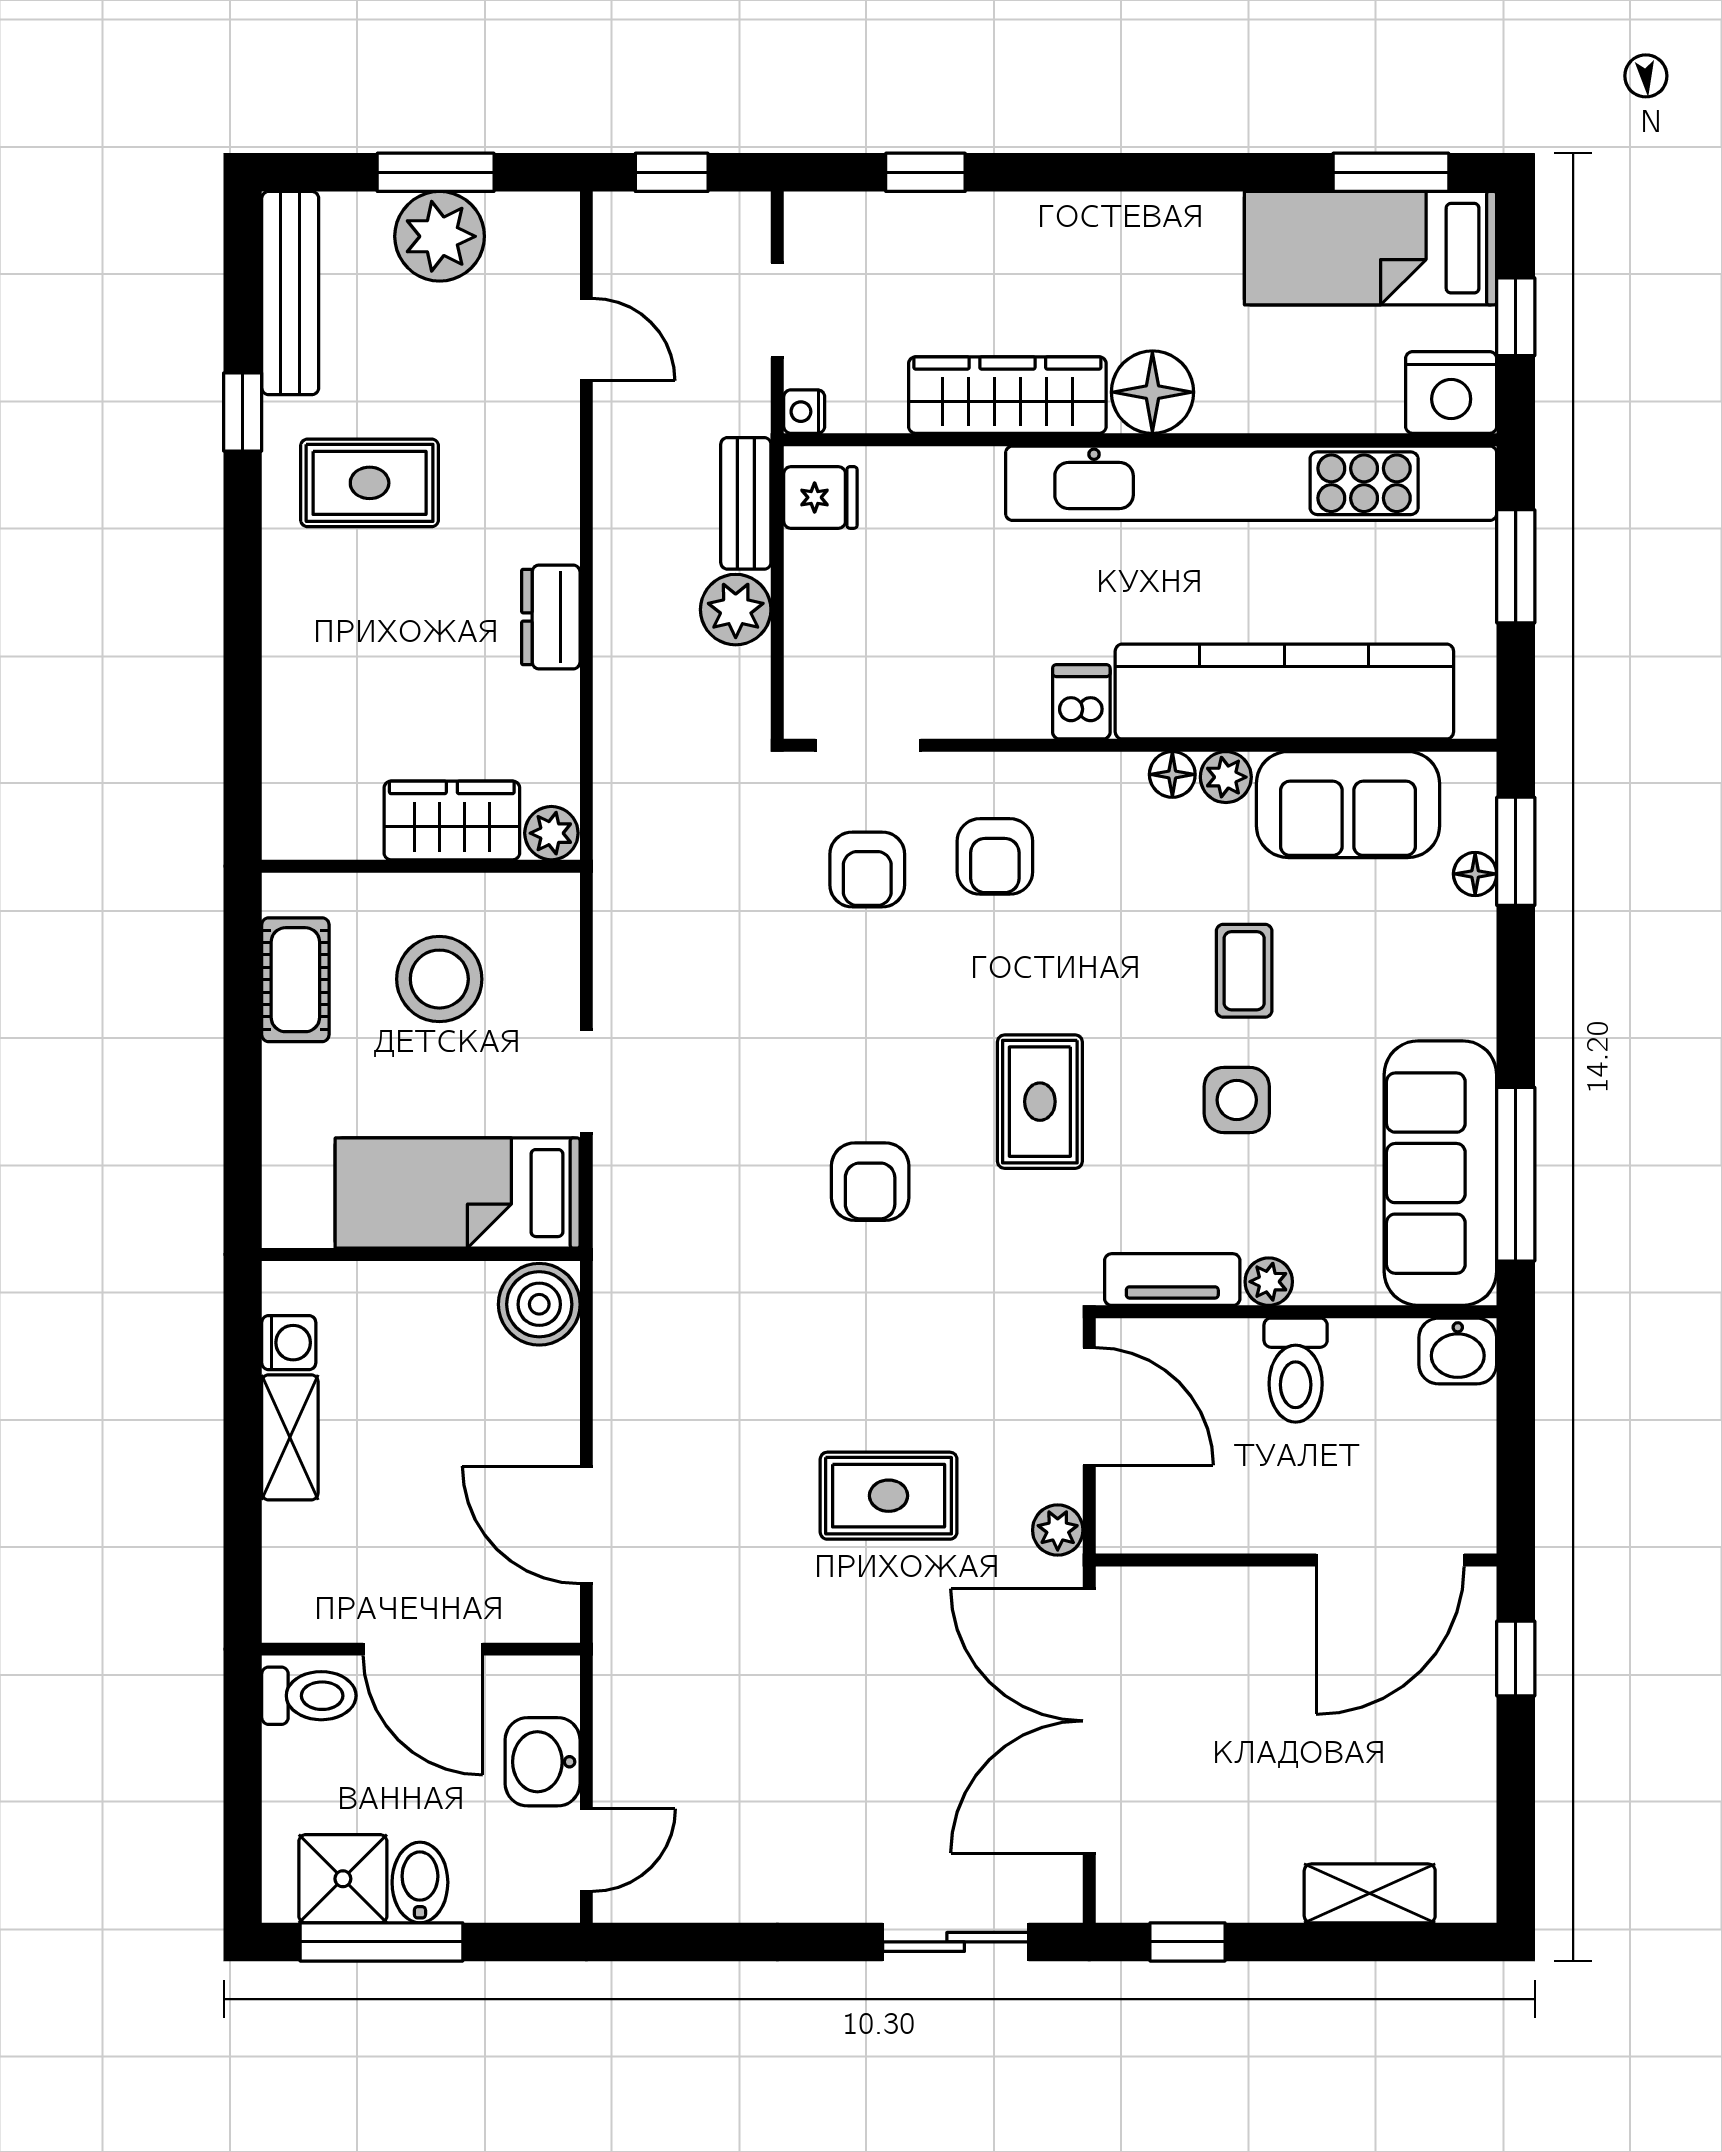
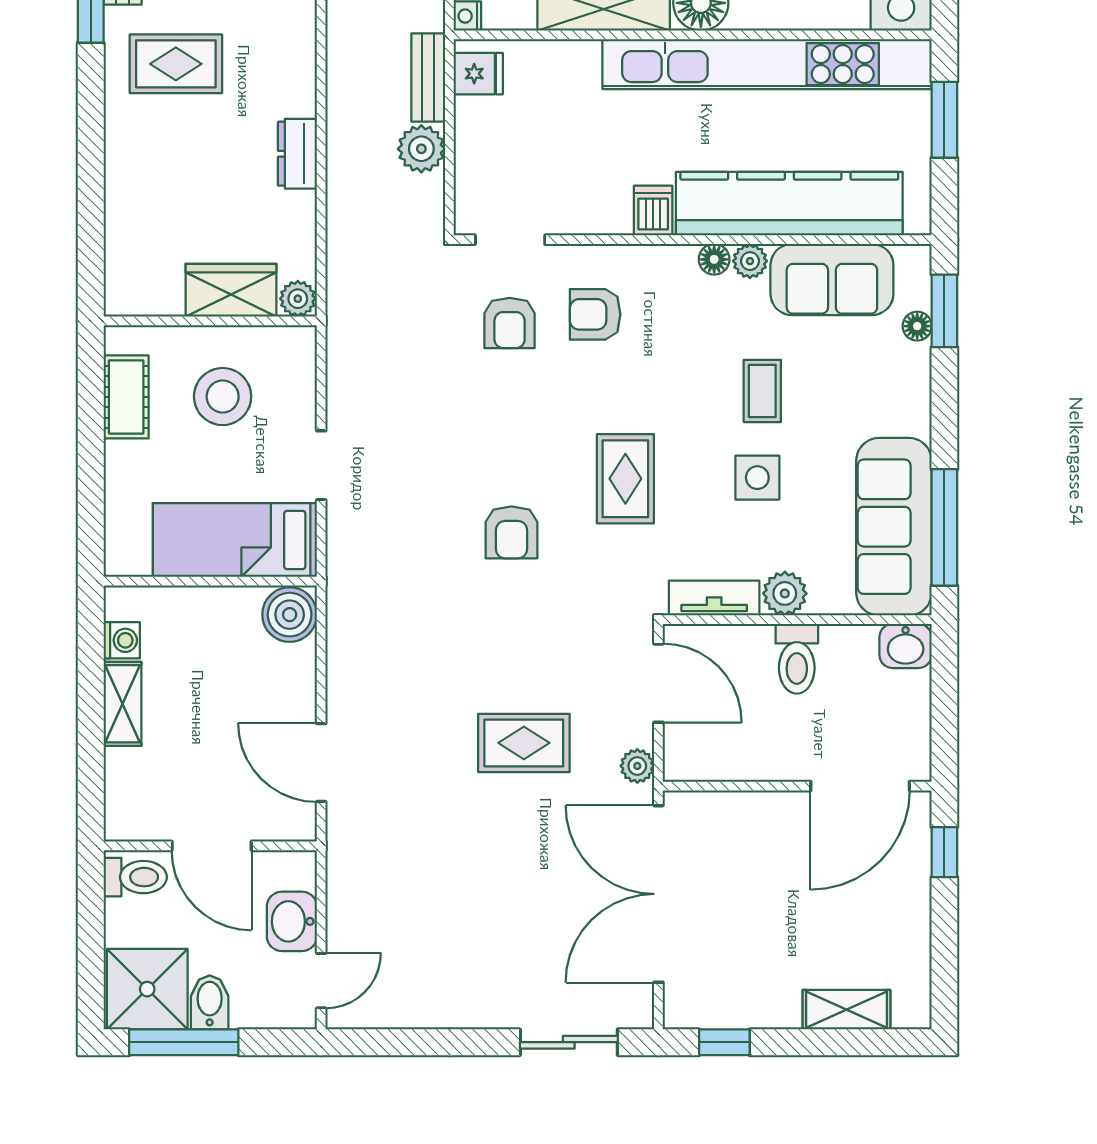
armchair: (995, 856) -> (595, 314), turned 90
plant: (1269, 1282) -> (785, 593), width x1.38, depth x1.38
shower: (343, 1879) -> (147, 989), width x1.36, depth x1.36

